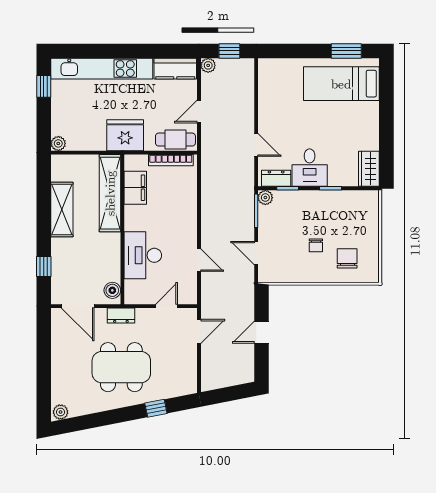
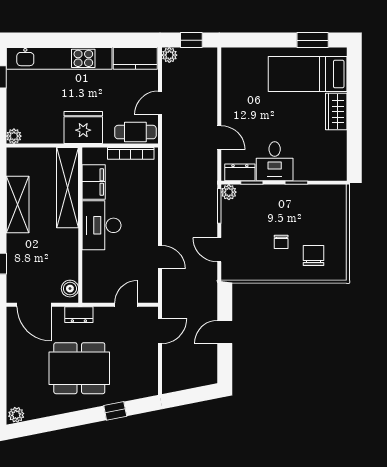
wardrobe: (369, 169) -> (336, 112), moved
desk: (143, 255) -> (102, 225), moved

